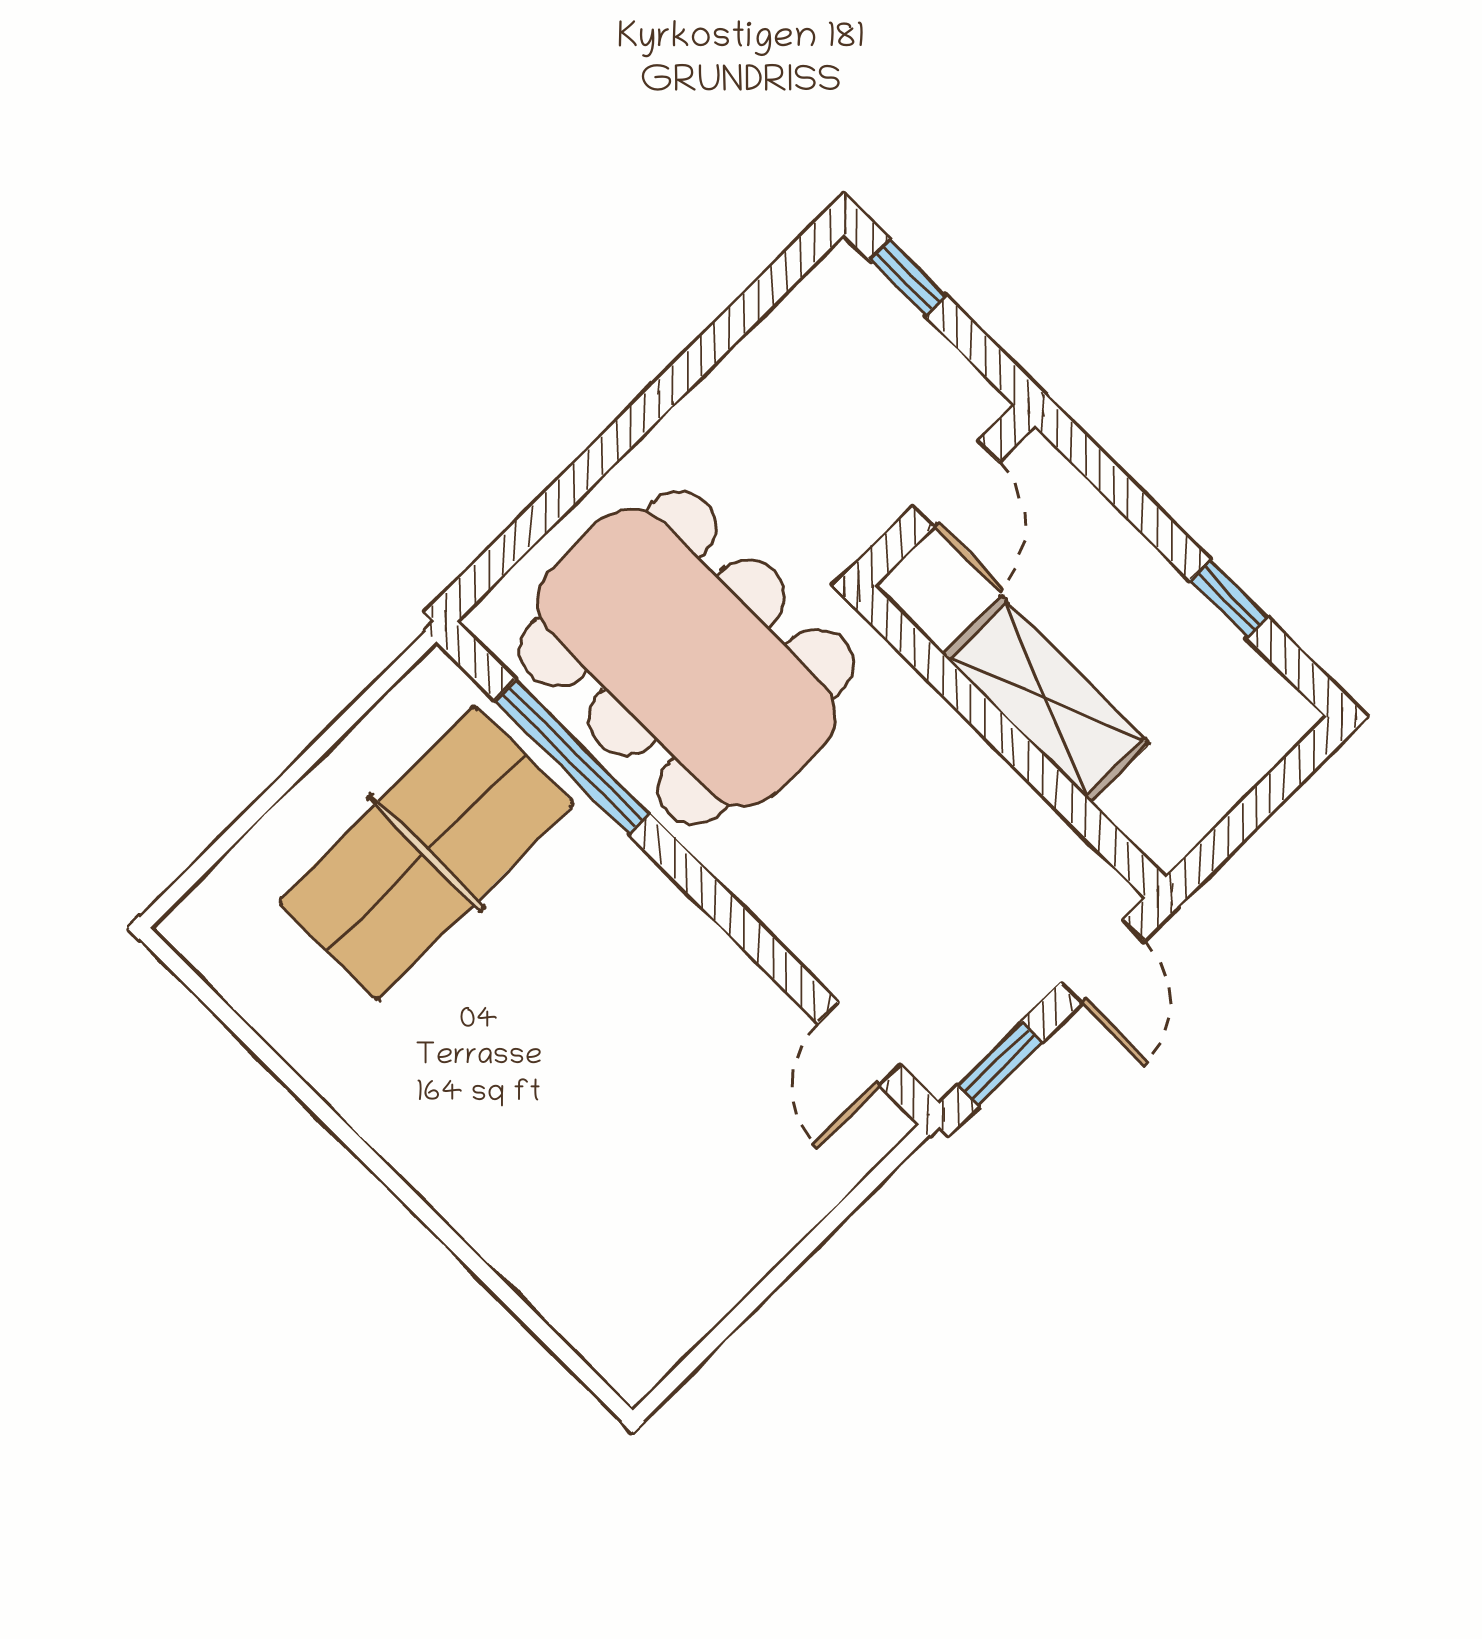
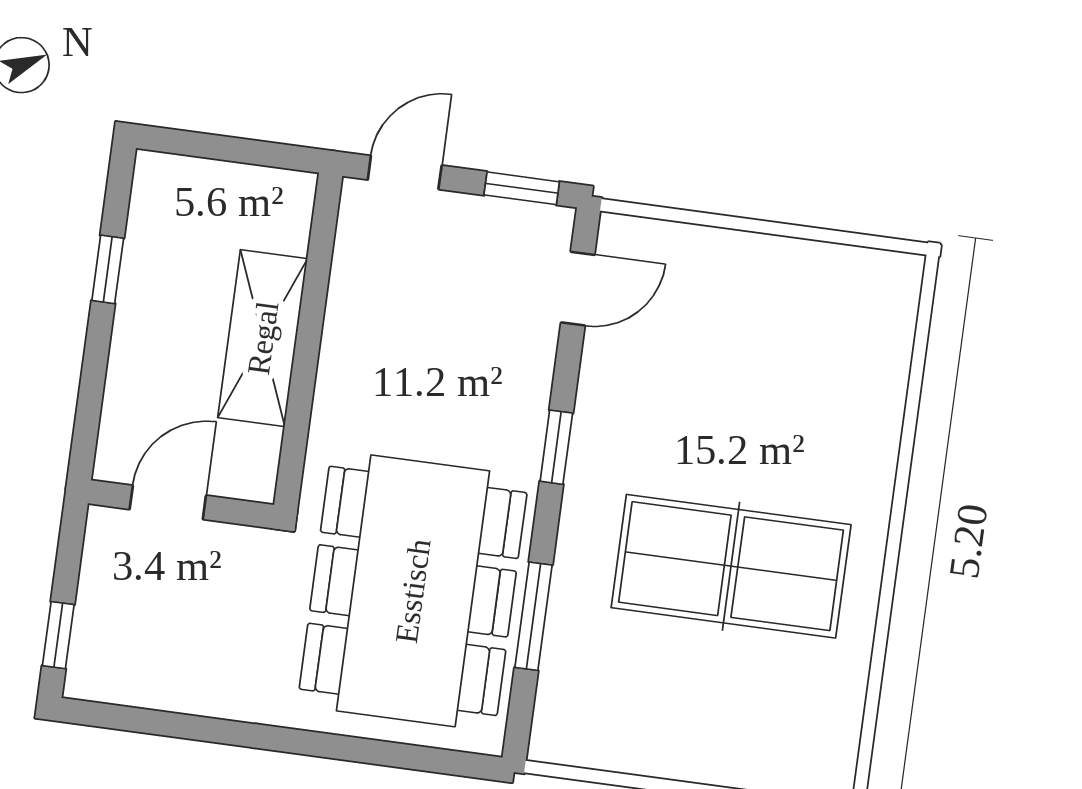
window: (572, 757) -> (533, 616), width x0.69
table tennis table: (426, 853) -> (731, 566), moved
window: (720, 905) -> (556, 447), added

